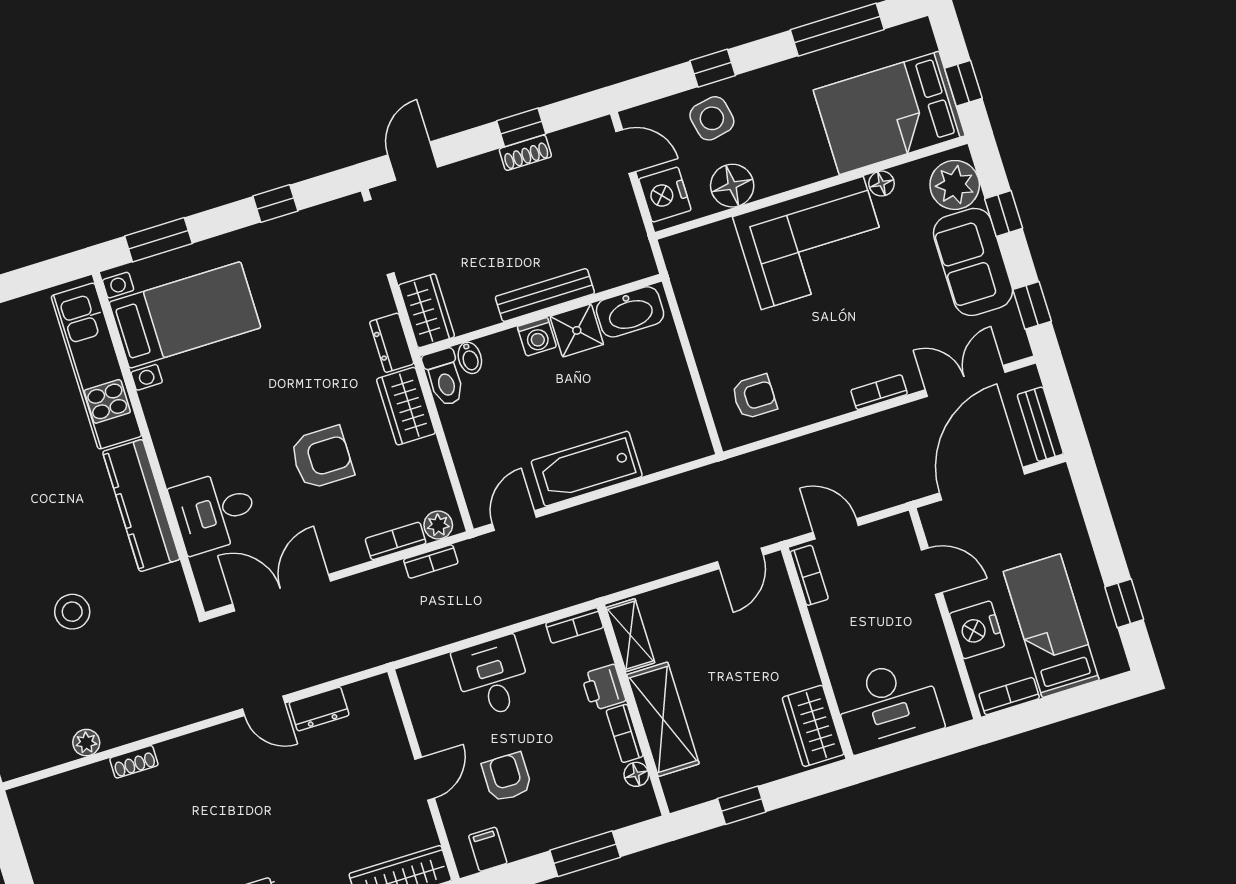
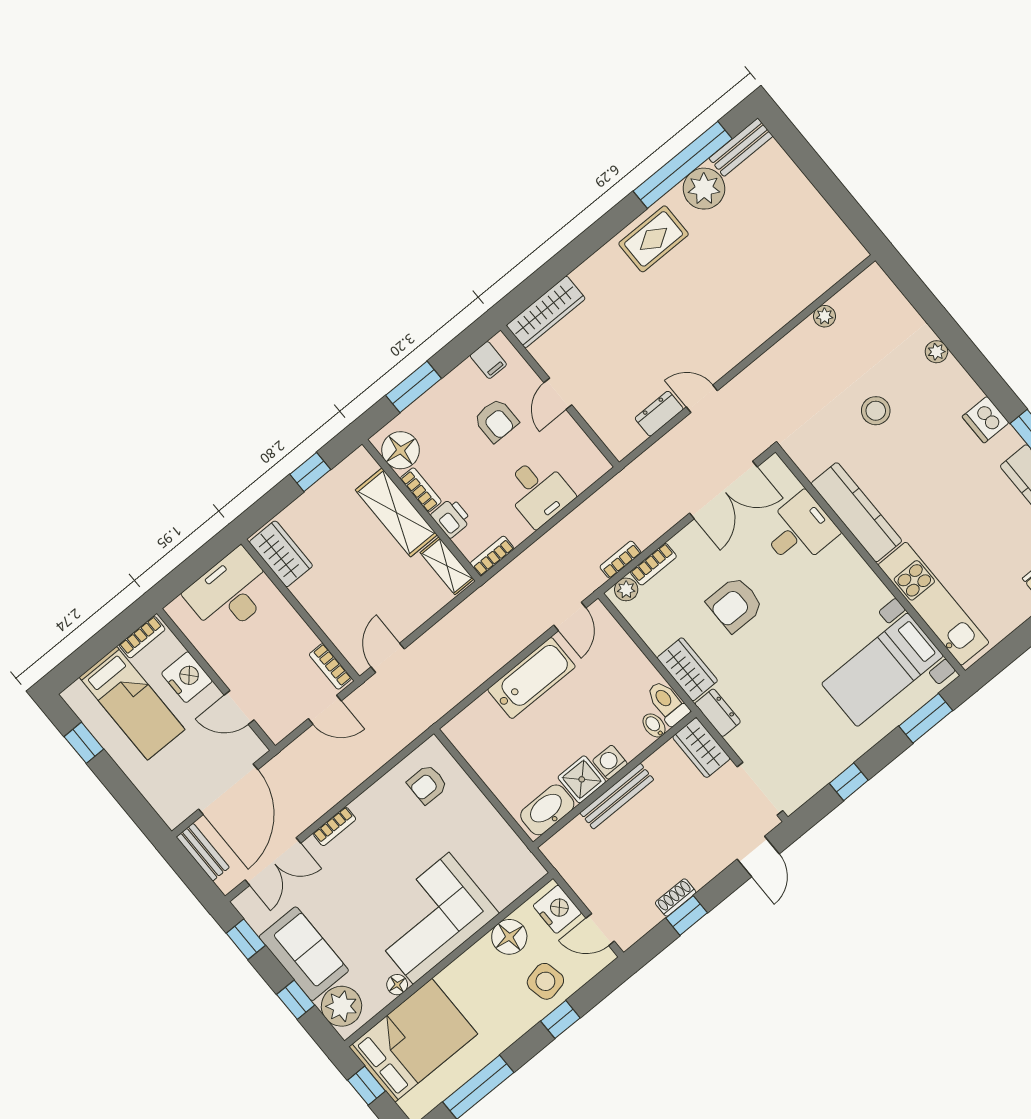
shoe rack: (134, 762) -> (783, 316), removed
floor lamp: (636, 774) -> (401, 450), width x1.89, depth x1.89

